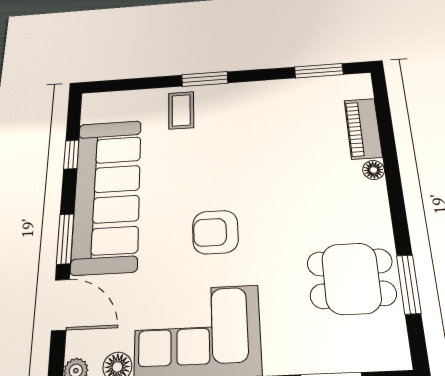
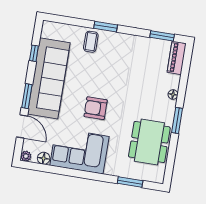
piano: (363, 129) -> (177, 58), moved
dining table: (351, 278) -> (149, 142), width x1.38
window: (409, 284) -> (177, 120), moved

